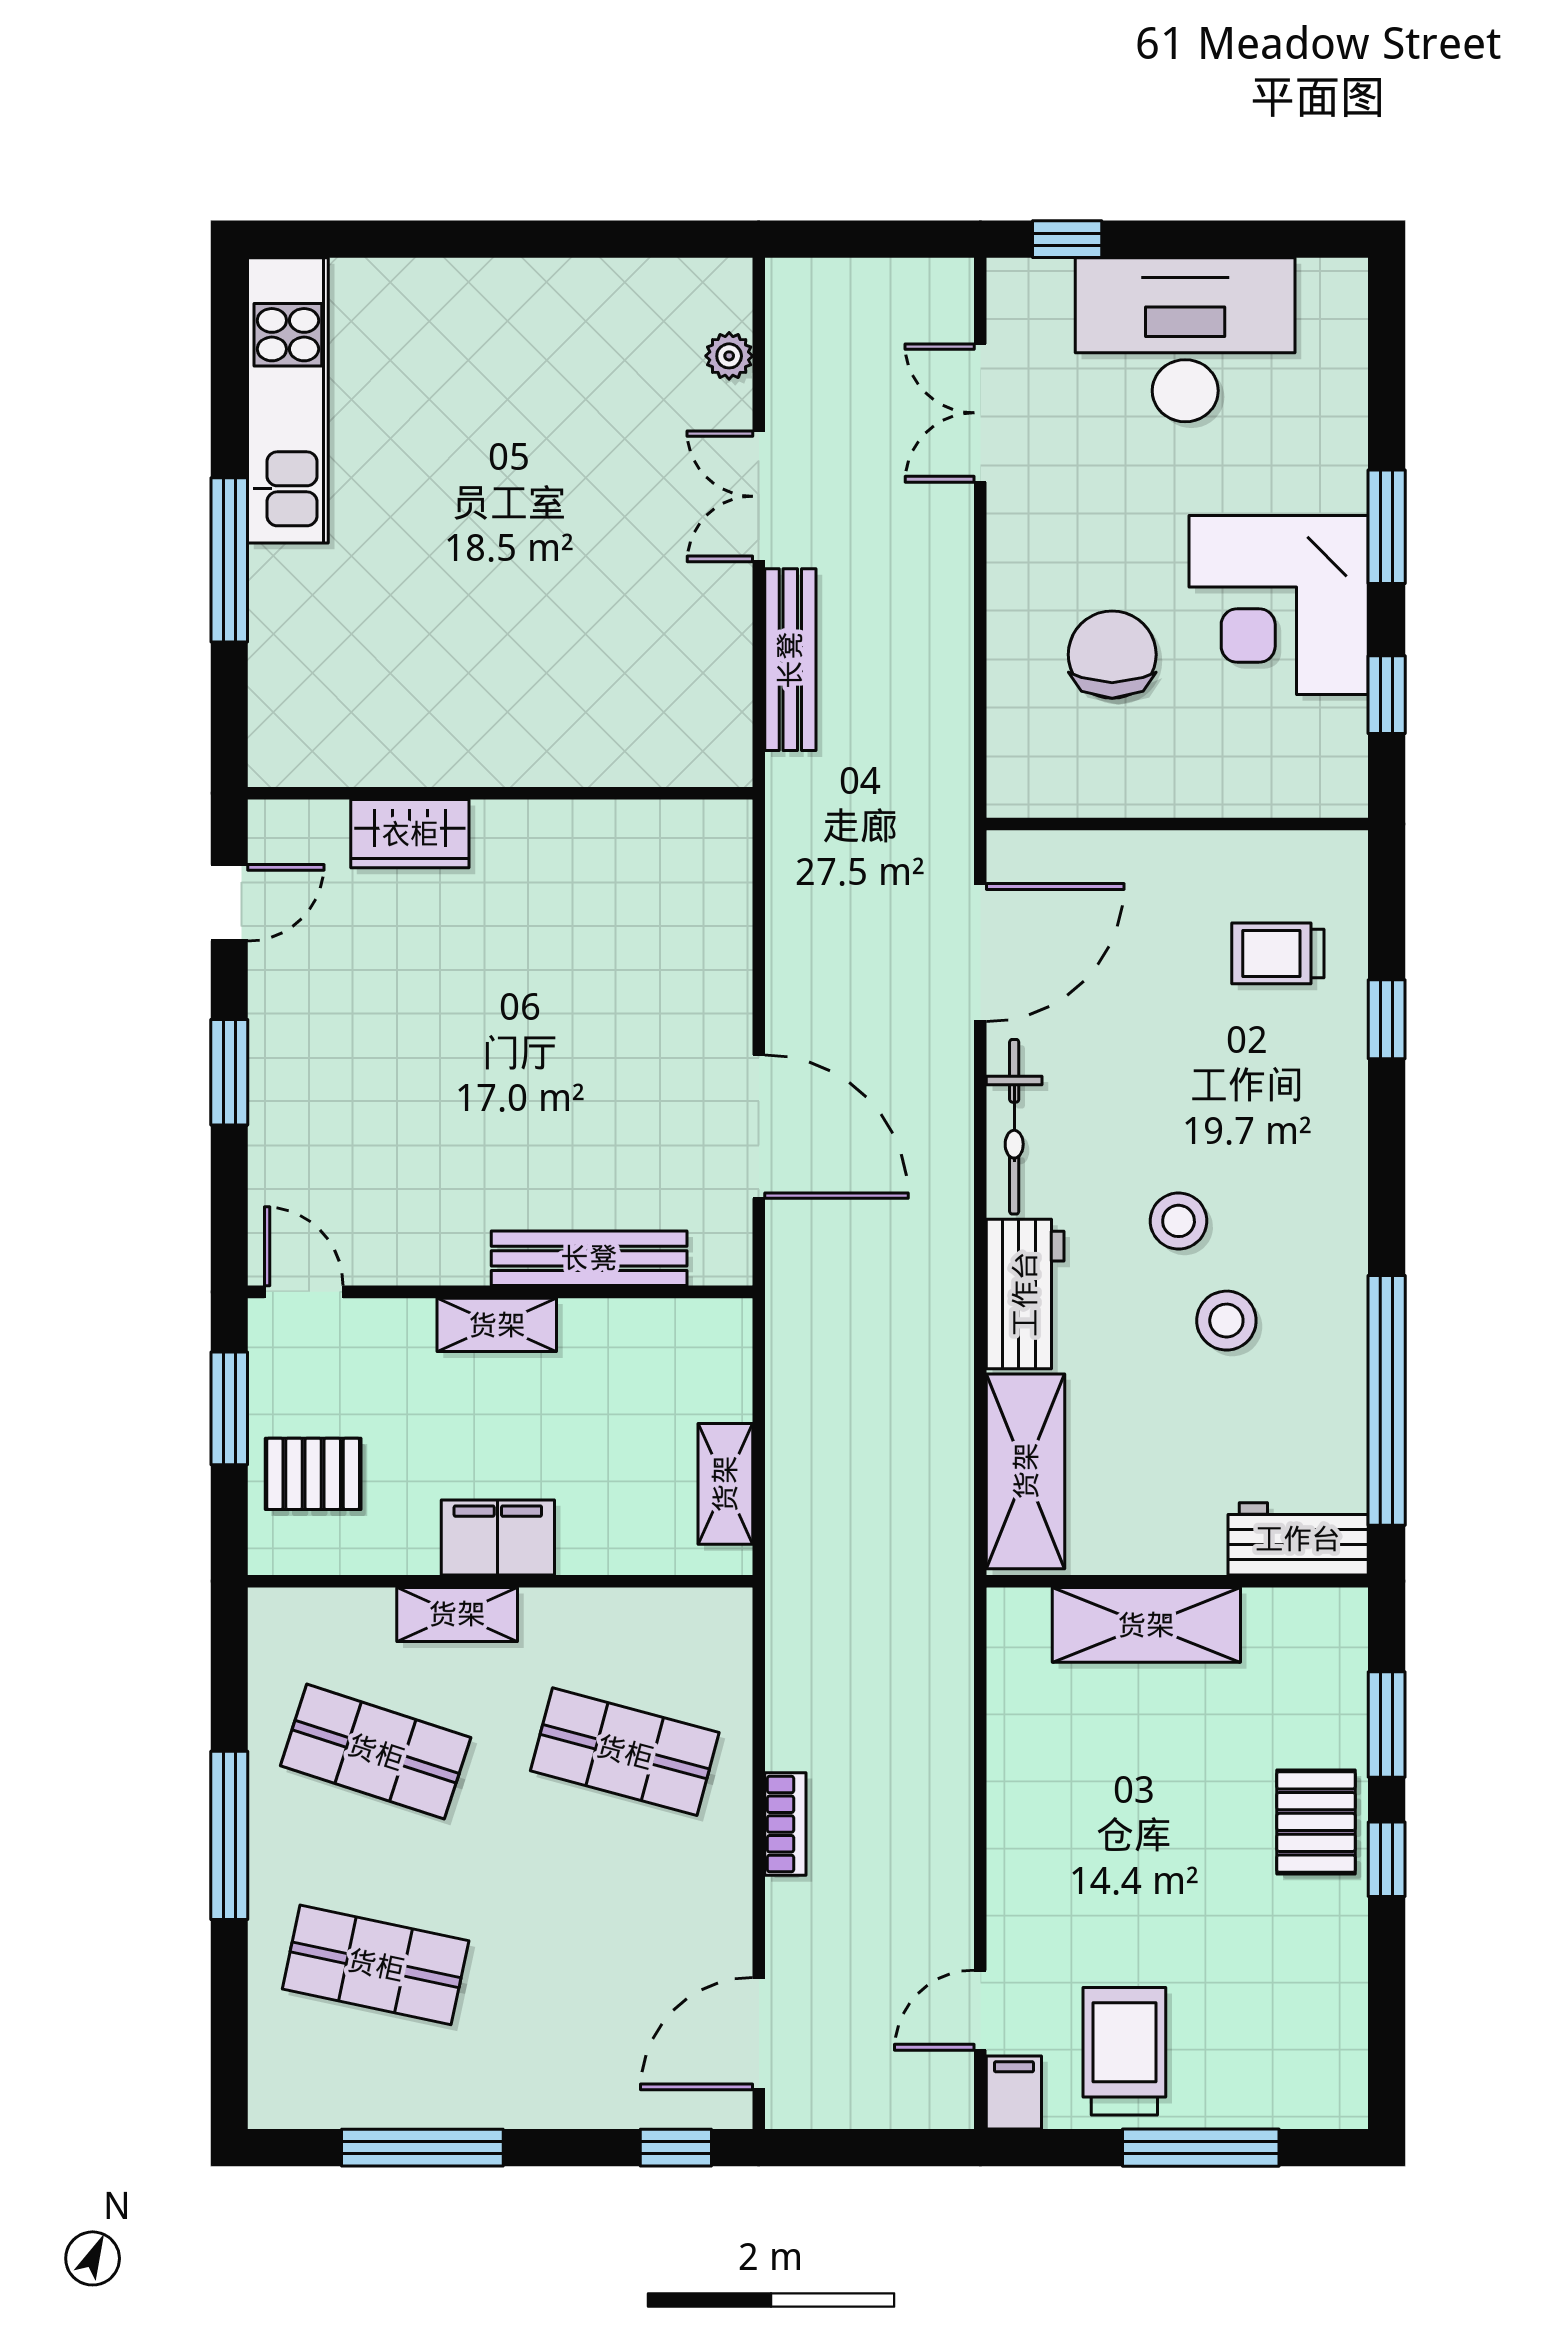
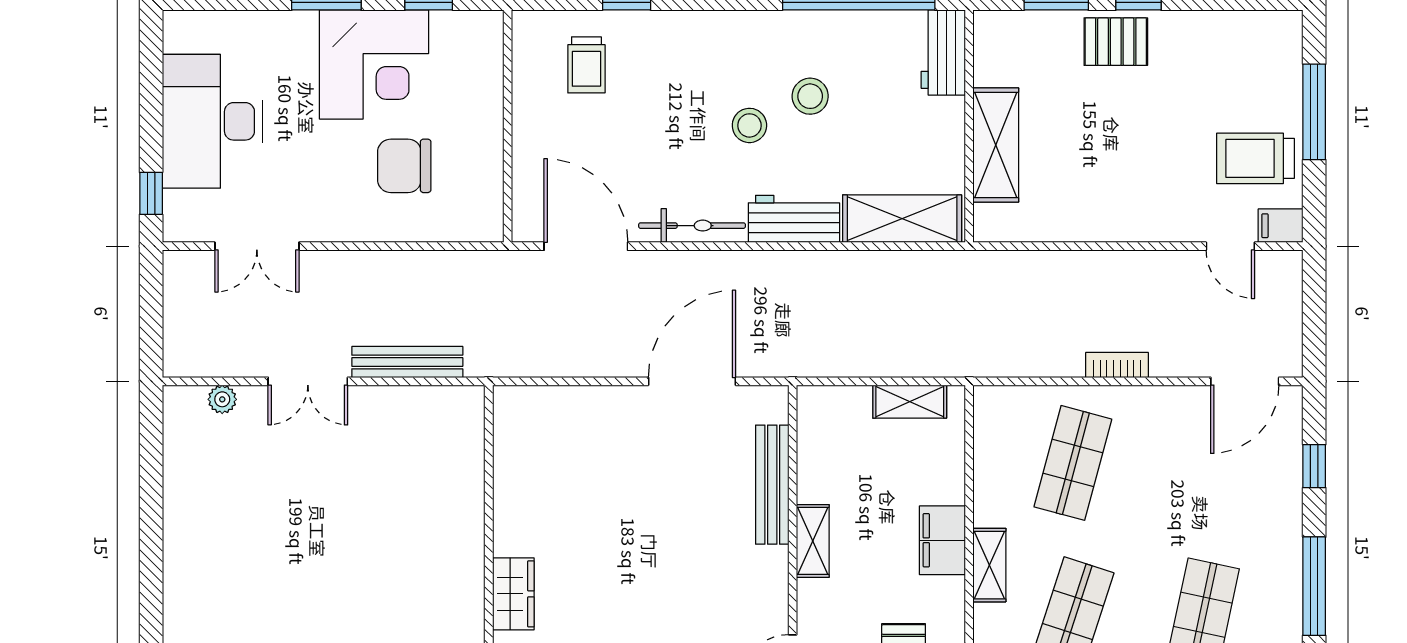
door: (759, 2034) -> (1245, 381), hinge flipped
window: (676, 2148) -> (1314, 466), moved

